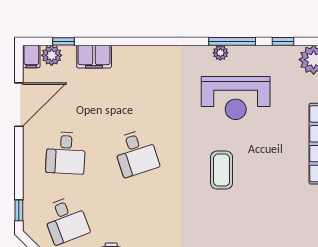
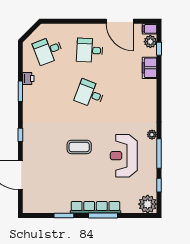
plant: (220, 53) -> (152, 135), moved
desk: (136, 153) -> (90, 94), turned 39
window: (19, 210) -> (54, 21), removed

